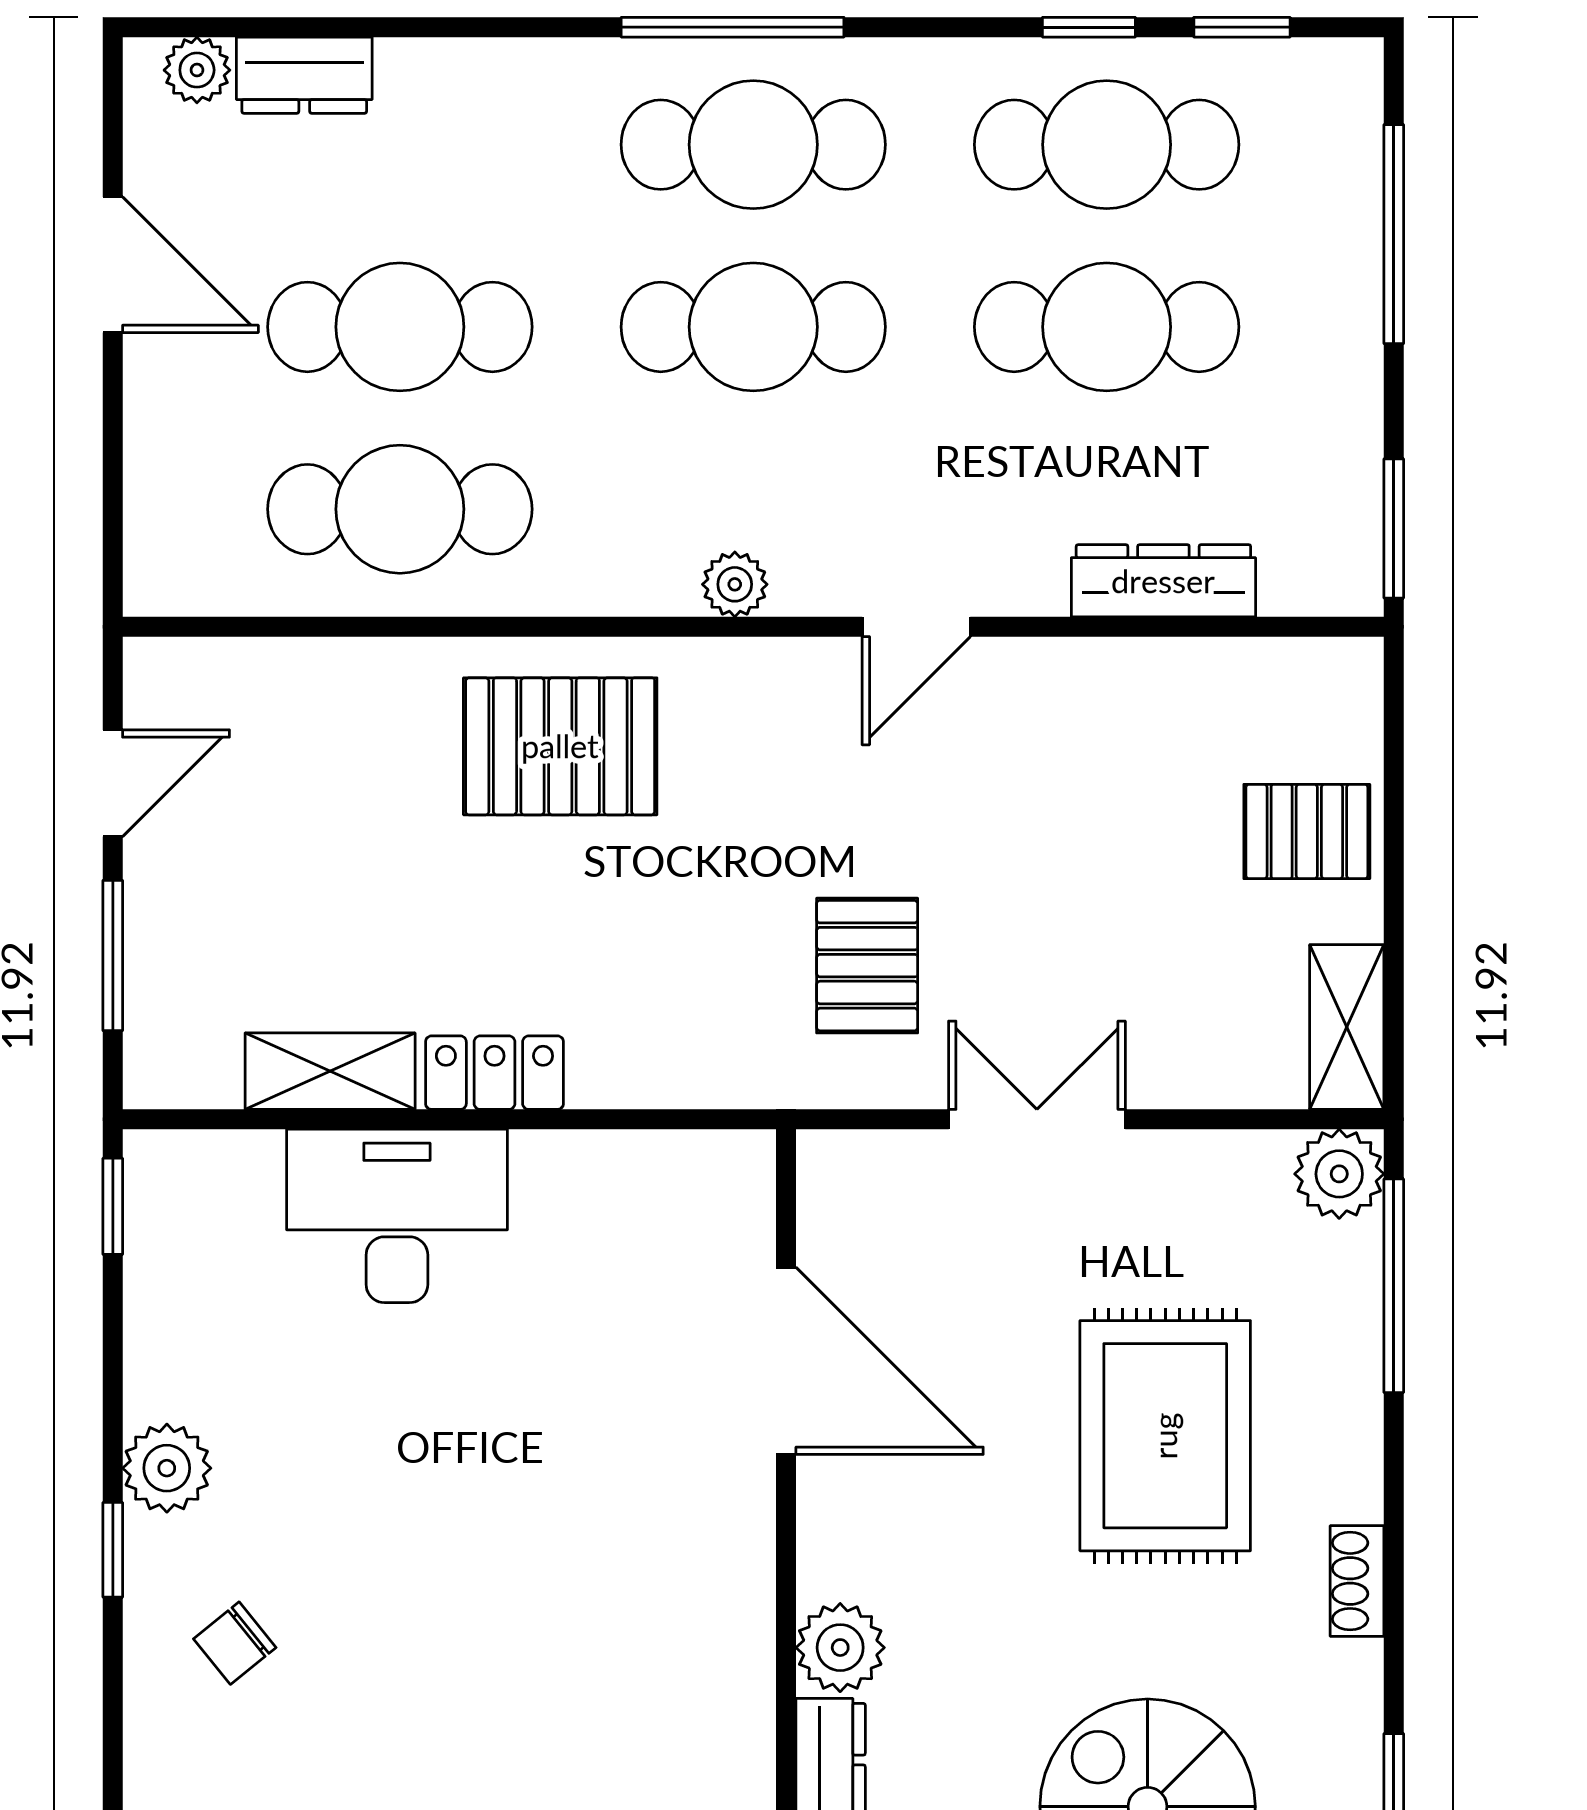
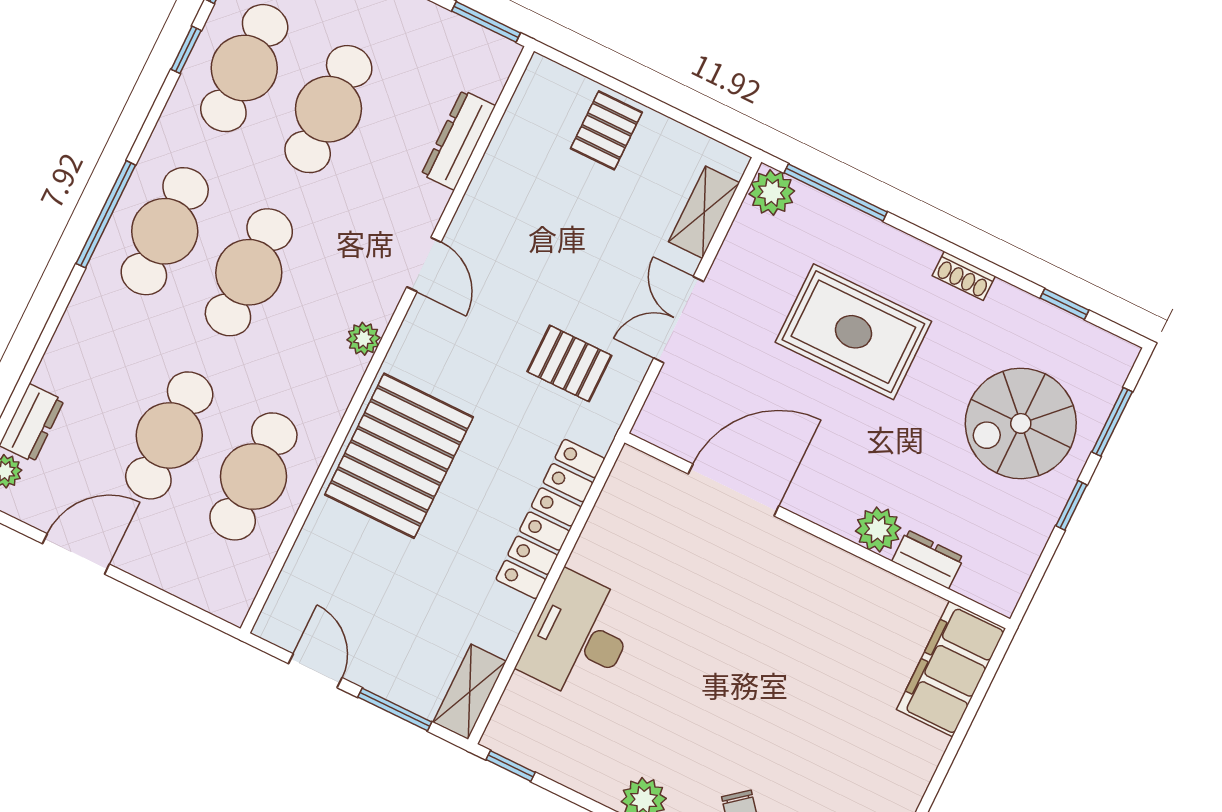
pallet: (560, 746) -> (399, 456), width x1.37, depth x1.41
shelving: (1347, 1027) -> (704, 212), moved, turned 90
shelving: (330, 1071) -> (470, 692), moved
locker: (494, 1073) -> (550, 519), width x2.16, depth x1.21

